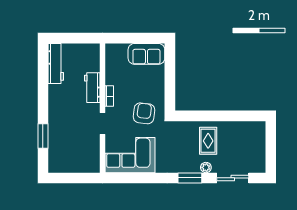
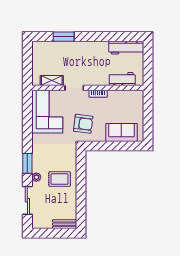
sofa: (146, 54) -> (121, 132), moved, turned 90
workbench: (92, 88) -> (122, 79), moved
bench: (260, 135) -> (65, 224), added
shelving: (94, 150) -> (52, 81), added

